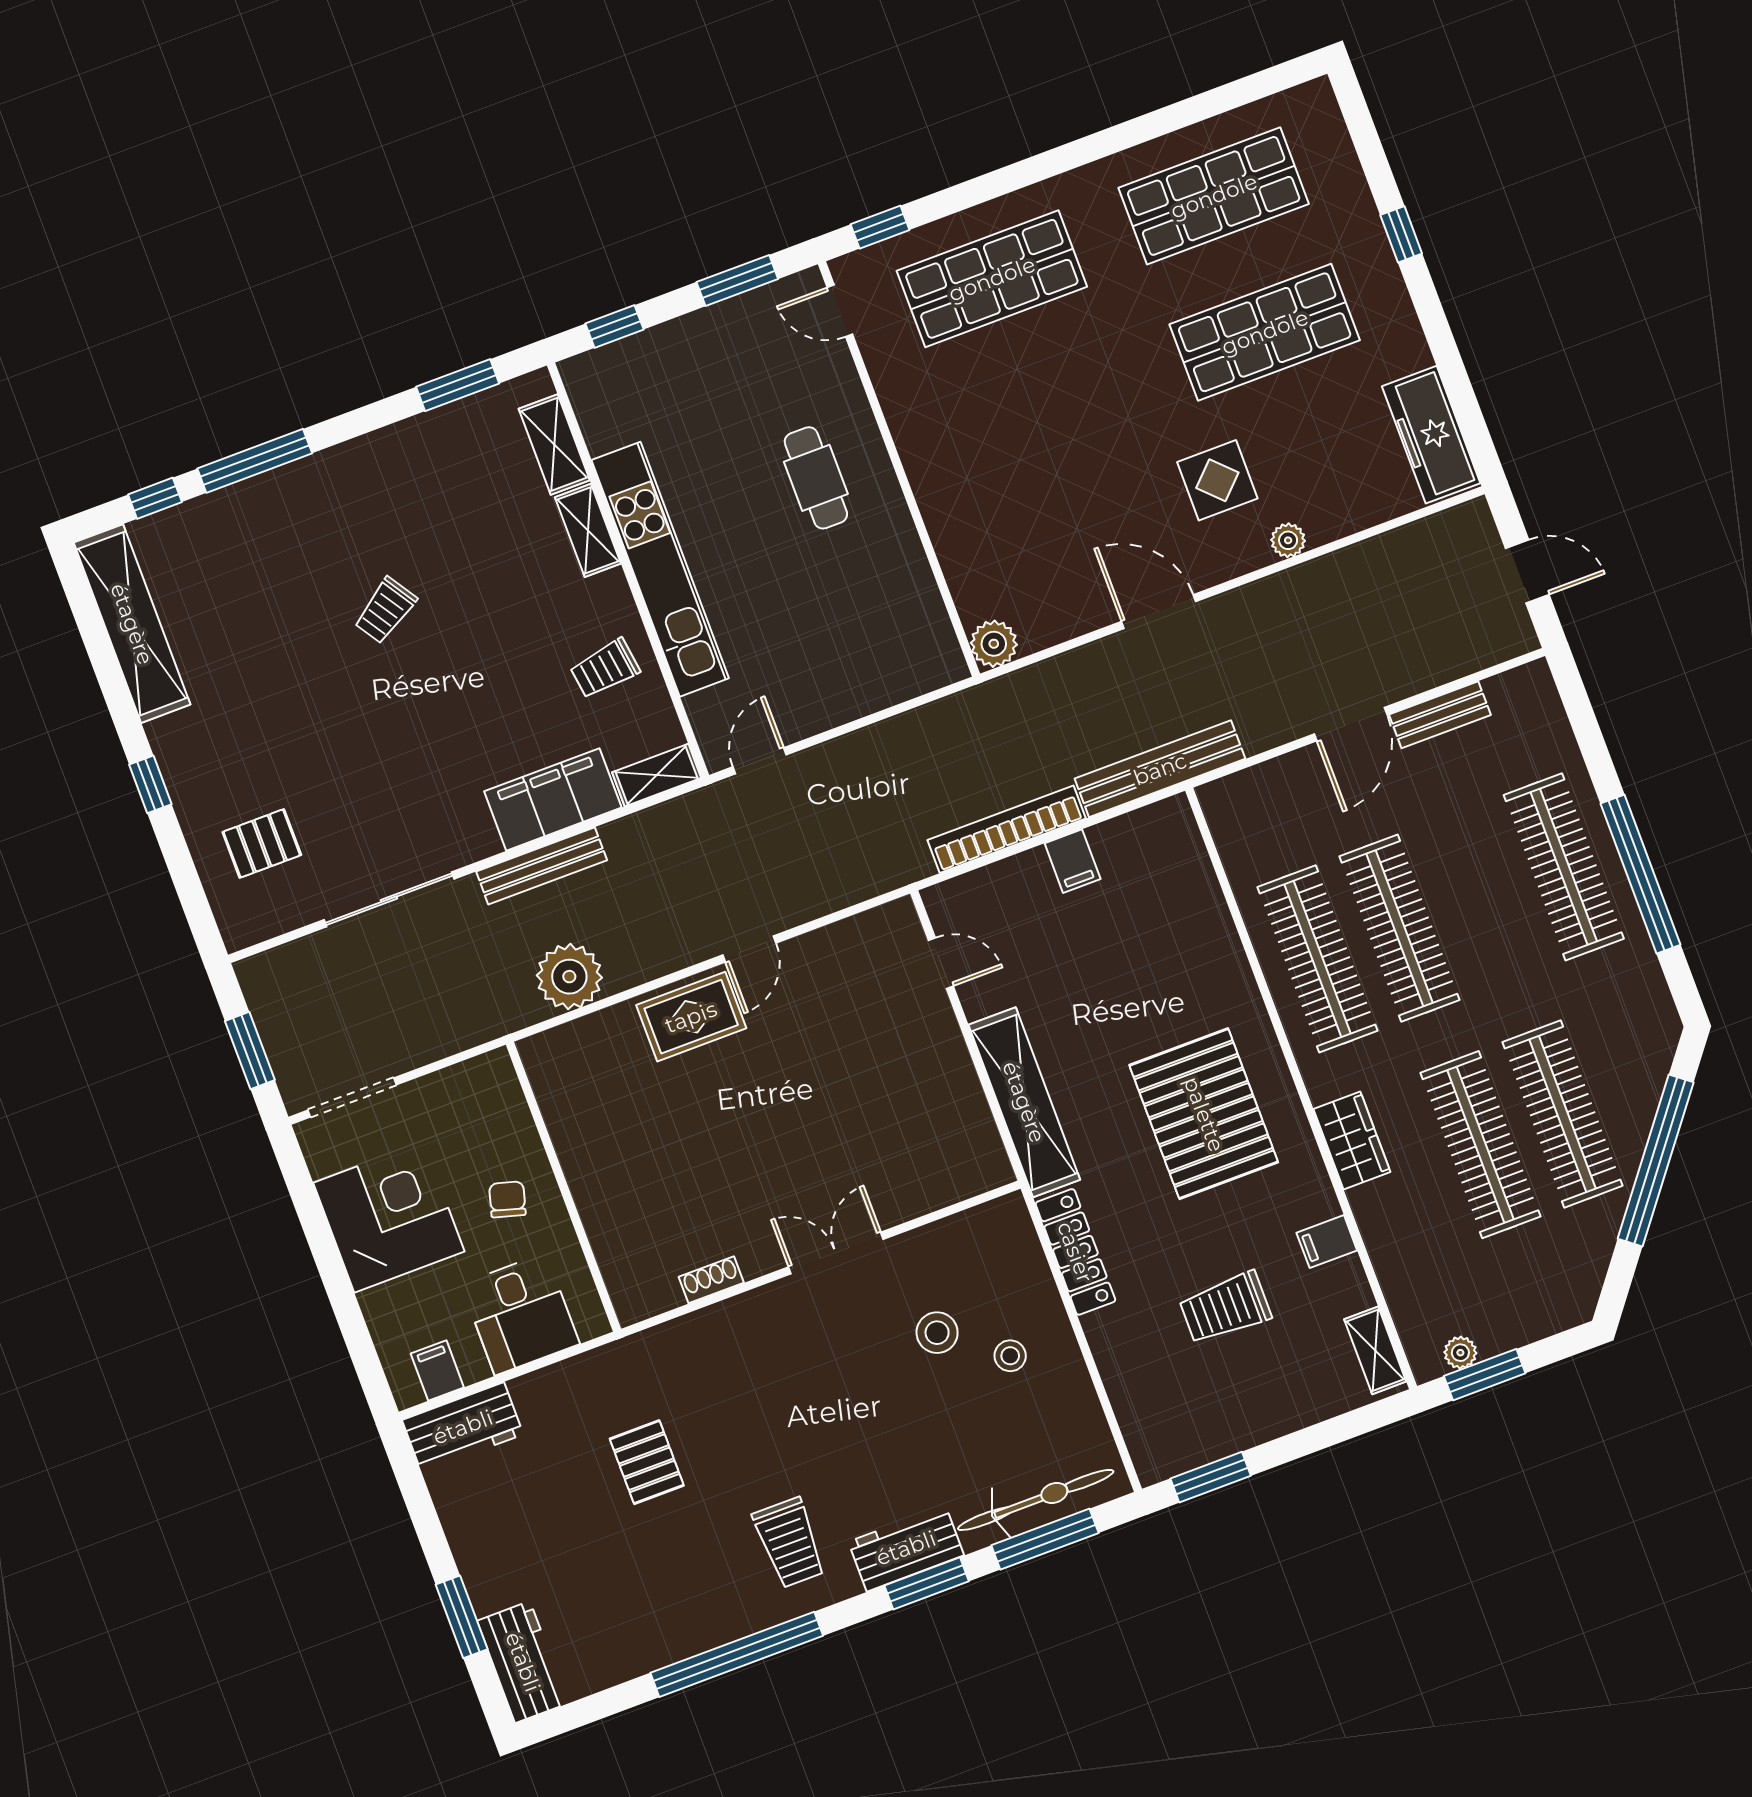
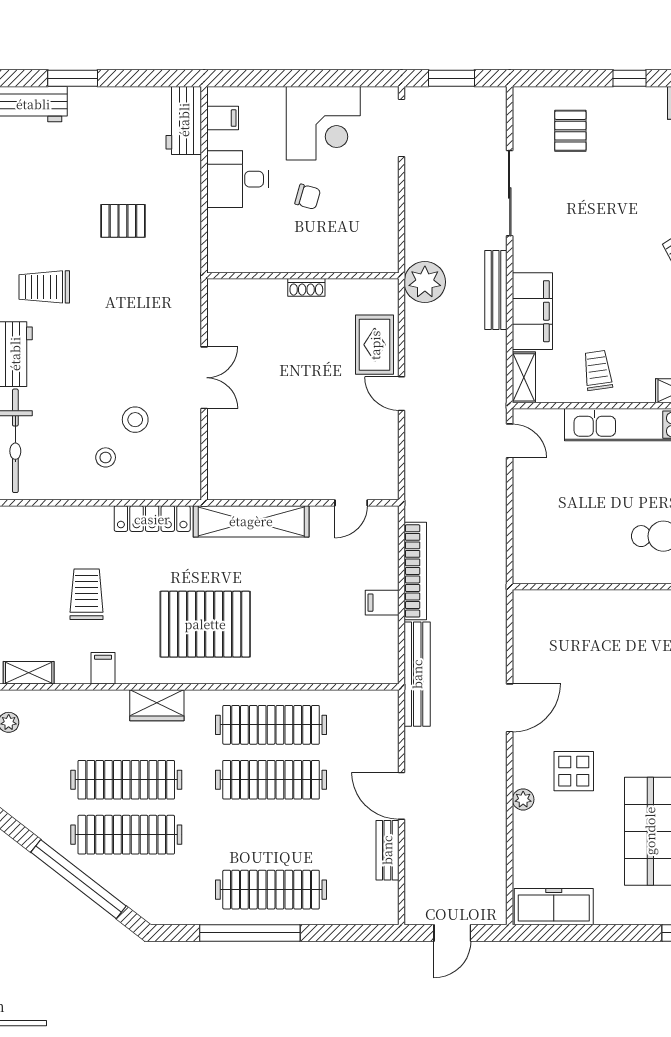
plant: (994, 644) -> (527, 604), removed
wall: (564, 1187) -> (303, 276), moved
shoe rack: (711, 1280) -> (306, 287), moved, turned 90

